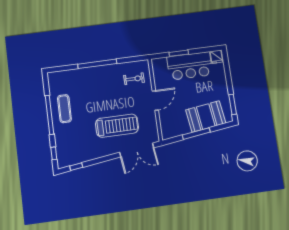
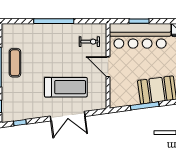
bar counter: (190, 66) -> (140, 36), width x1.36
door: (155, 100) -> (108, 67), swing flipped
double door: (137, 150) -> (68, 116), moved

